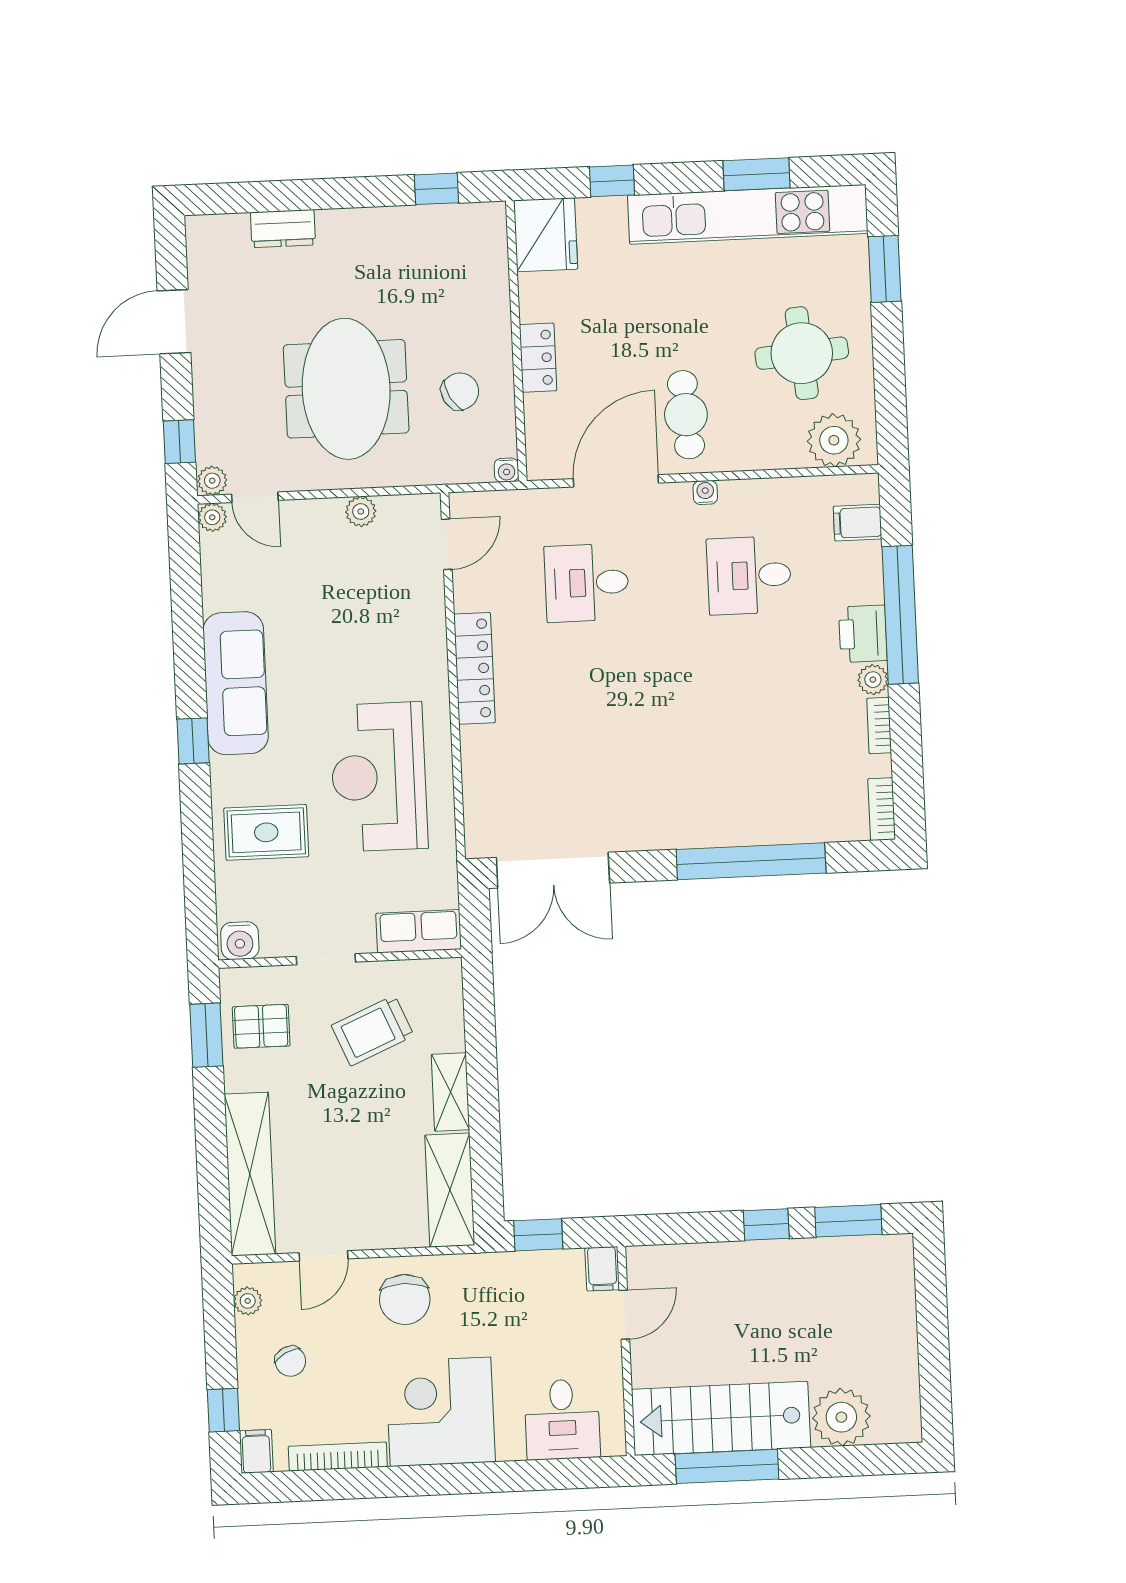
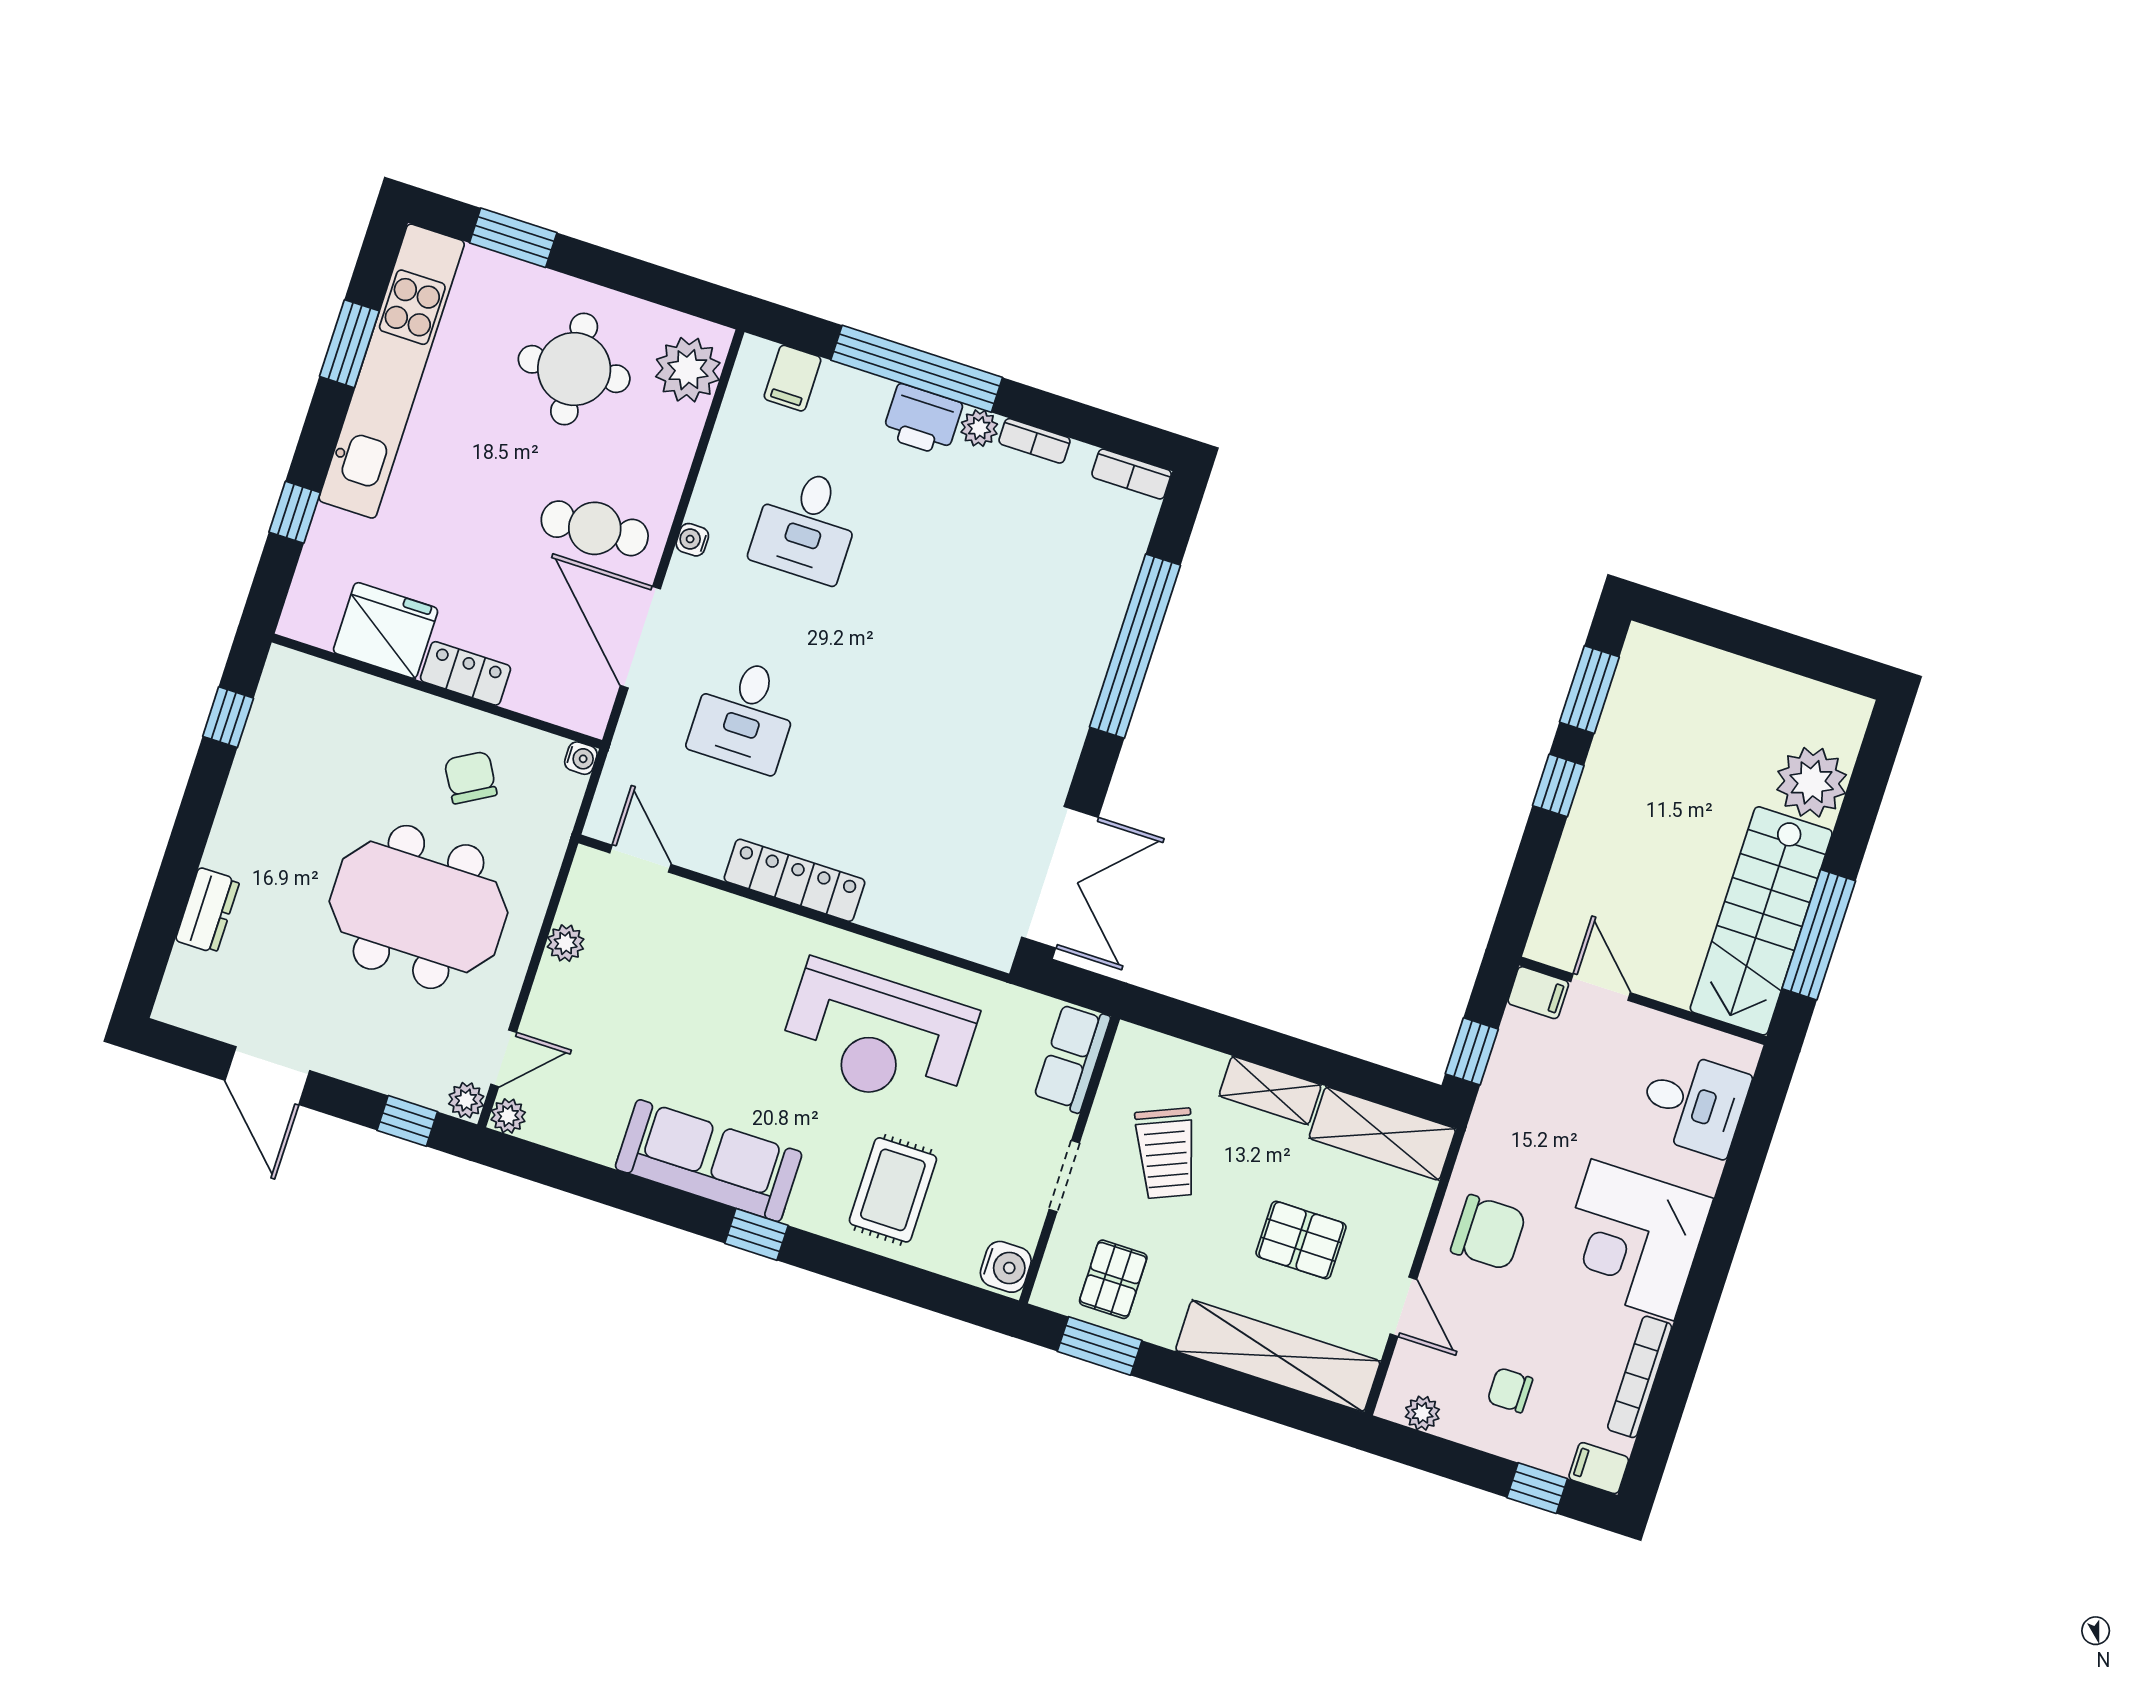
fridge: (546, 235) -> (386, 630), moved
pallet: (345, 1159) -> (1301, 1240), added
chair: (290, 1361) -> (1510, 1390), turned -153

